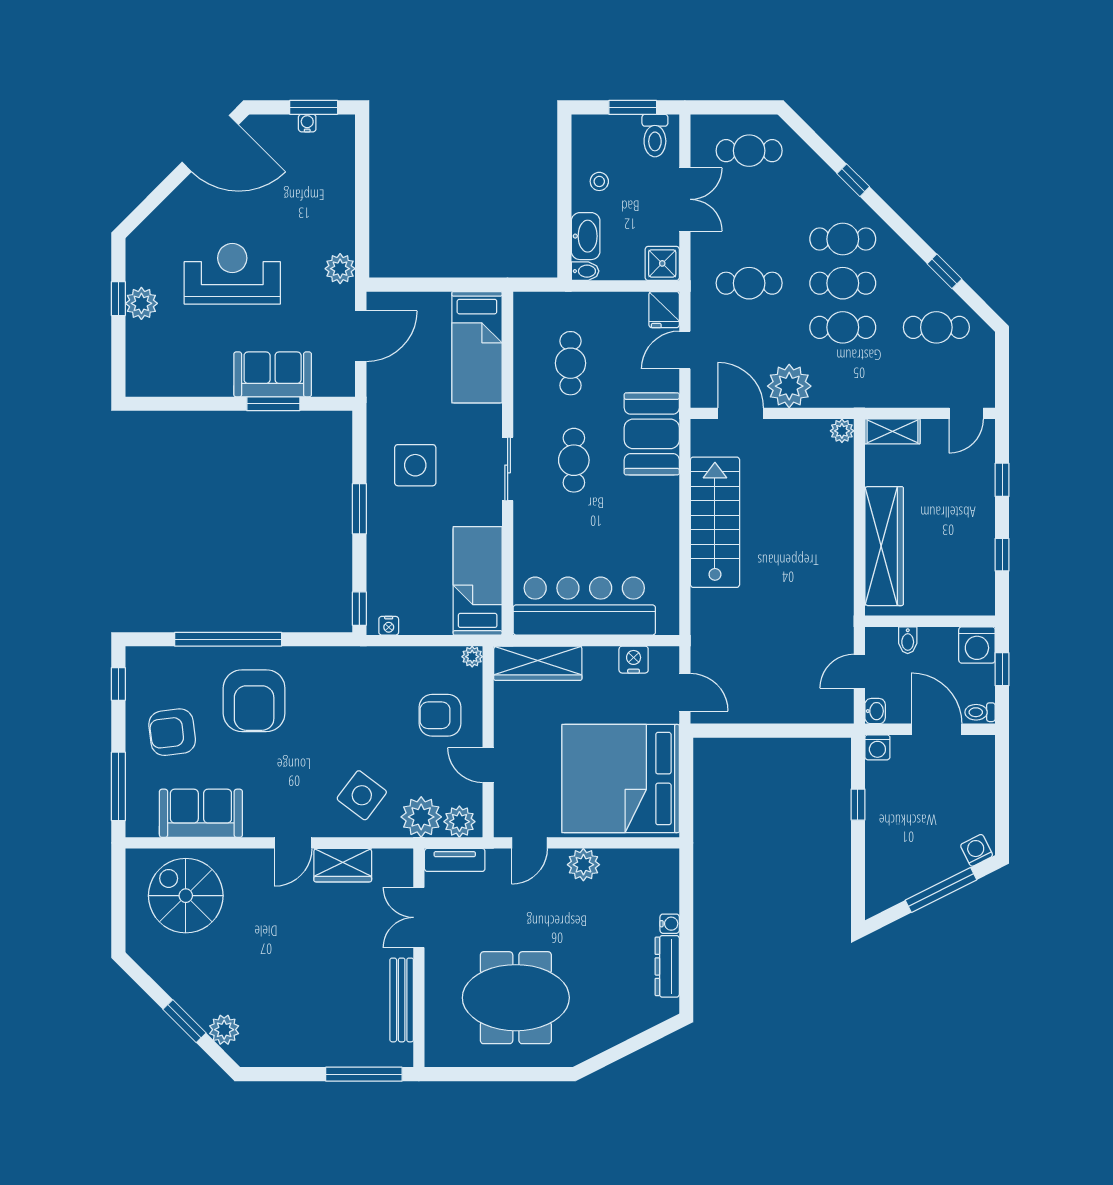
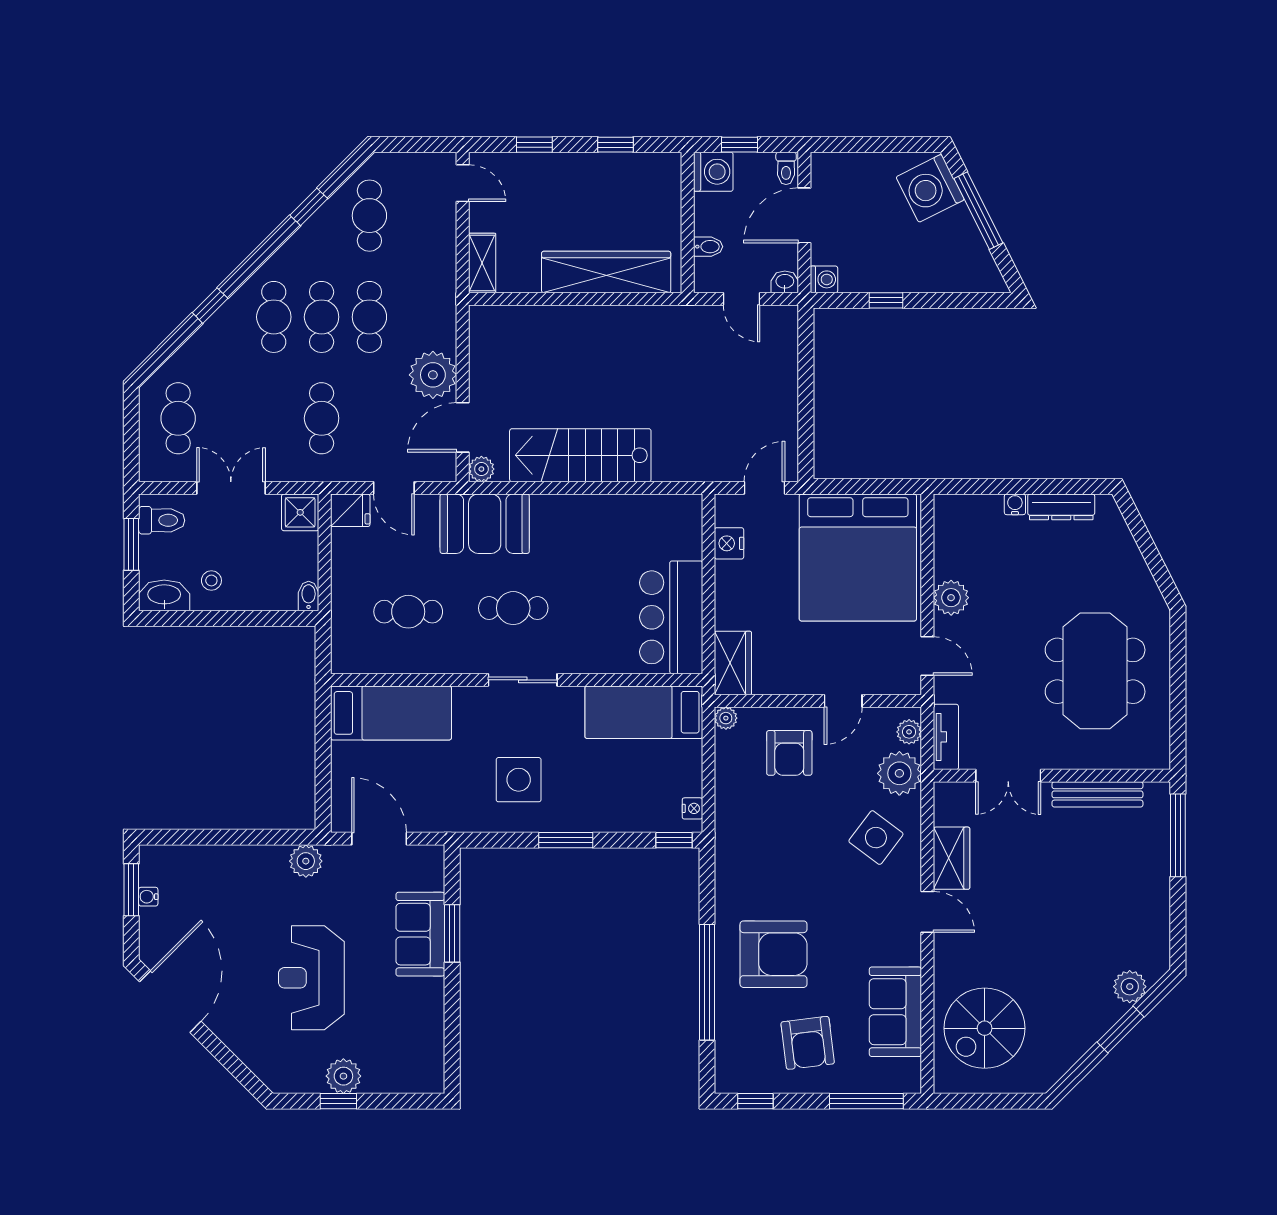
washbasin: (586, 236) -> (164, 595), moved
plant: (842, 431) -> (481, 469), moved
bar counter: (584, 606) -> (671, 617), width x0.73
wardrobe: (538, 663) -> (733, 663), width x0.67
plant: (459, 822) -> (909, 732), width x0.73, depth x0.73
washing machine: (977, 850) -> (930, 188), width x1.89, depth x1.89

